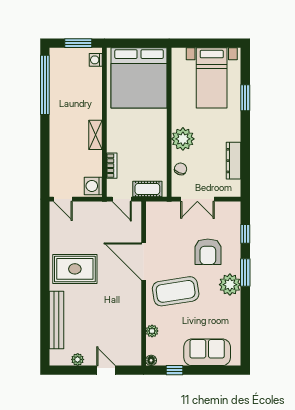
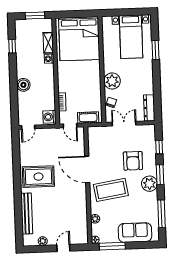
washing machine: (96, 60) -> (49, 59), moved
window: (45, 85) -> (12, 46), width x0.32
shelving: (95, 135) -> (48, 43), moved
boiler: (59, 140) -> (23, 85), added
dresser: (233, 161) -> (149, 108), moved
door: (63, 199) -> (28, 127), hinge flipped
double door: (197, 199) -> (124, 124), swing flipped
window: (245, 327) -> (161, 214), added
door: (106, 370) -> (63, 248), hinge flipped
window: (175, 370) -> (112, 246), width x2.17

